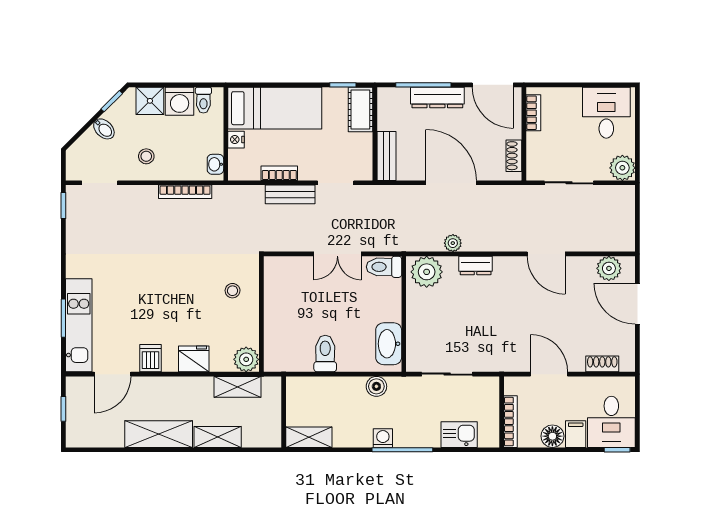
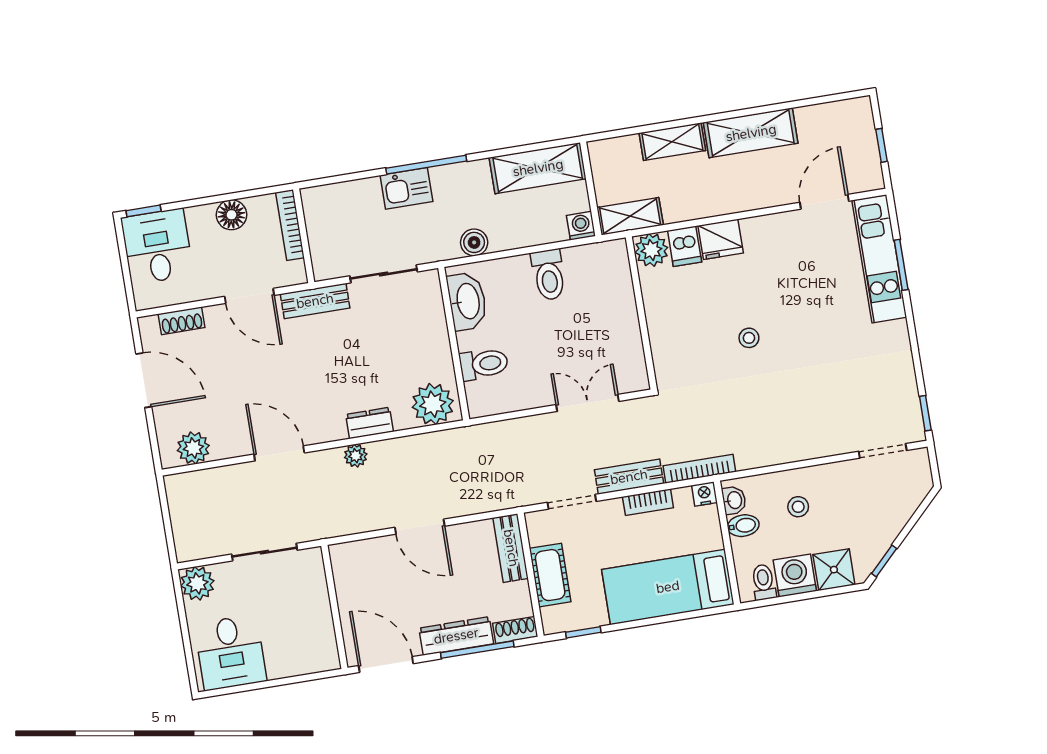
cot: (360, 109) -> (550, 575), moved
bookcase: (533, 113) -> (326, 637), removed
bidet: (104, 129) -> (743, 526), moved, turned 135
nightstand: (236, 140) -> (704, 494), moved, turned -90
stool: (146, 156) -> (798, 507), moved
shoe rack: (514, 156) -> (515, 630), moved, turned -90
door: (451, 183) -> (420, 527), width x0.73
bookcase: (185, 192) -> (699, 469), moved
plant: (453, 243) -> (356, 456), moved
double door: (337, 254) -> (587, 403), moved
toilet: (384, 267) -> (484, 364), moved
stool: (233, 291) -> (749, 338), moved
door: (637, 304) -> (144, 380), moved
dishwasher: (151, 358) -> (685, 246), moved
bench: (501, 362) -> (315, 301), added
shelving: (238, 387) -> (630, 216), moved
filing cabinet: (576, 434) -> (201, 223), removed
kitchen sink: (459, 435) -> (406, 188), moved
shelving: (309, 437) -> (538, 168), width x1.50, depth x1.33
washing machine: (383, 438) -> (581, 226), moved, turned 180

